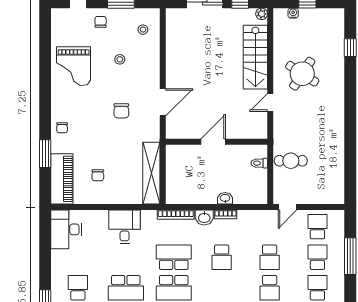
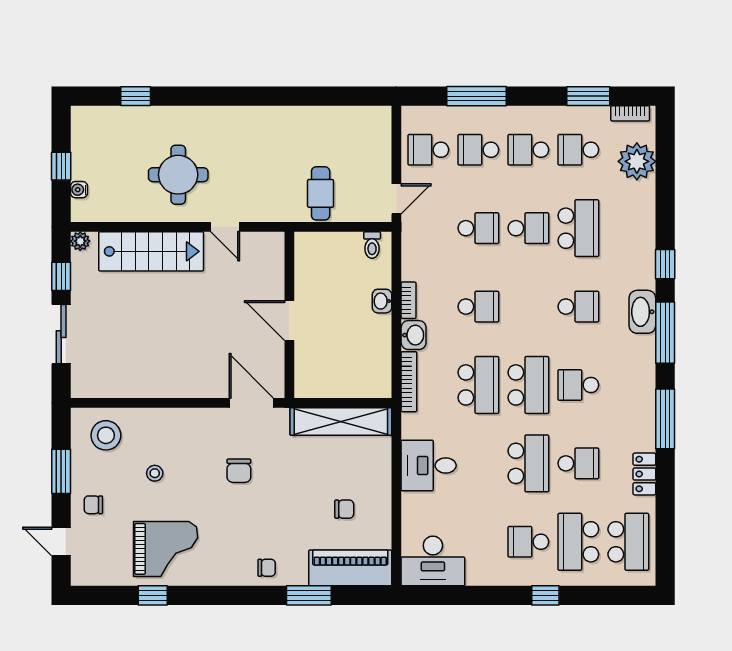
stool: (143, 30) -> (106, 435), width x1.89, depth x1.89
window: (45, 58) -> (153, 595), added
round table: (302, 74) -> (178, 175), turned -33
door: (163, 102) -> (251, 403), moved
chair: (121, 111) -> (239, 471), turned 90
toilet: (259, 163) -> (372, 245), moved
door: (288, 207) -> (396, 199), hinge flipped
school desk: (174, 257) -> (478, 385), turned 180

